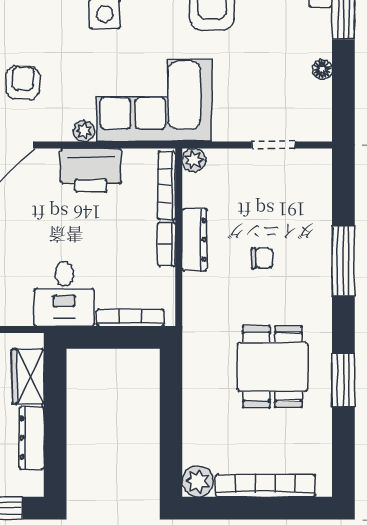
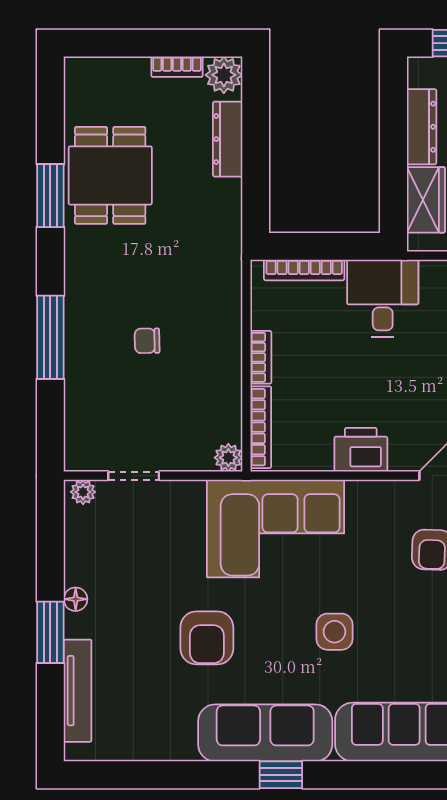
floor lamp: (322, 69) -> (76, 599), moved
plant: (84, 131) -> (83, 492), moved
printer: (91, 170) -> (361, 450), width x0.73, depth x0.84
dresser: (194, 240) -> (228, 139), moved
dining table: (272, 367) -> (110, 175), moved
bookcase: (265, 486) -> (177, 67), width x0.43, depth x0.76

